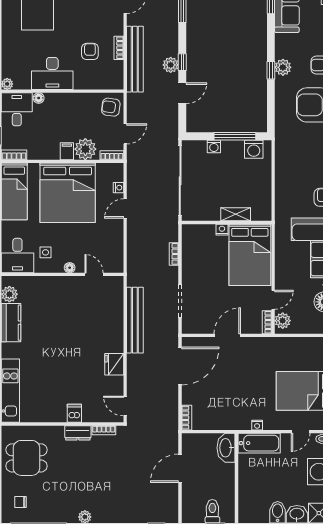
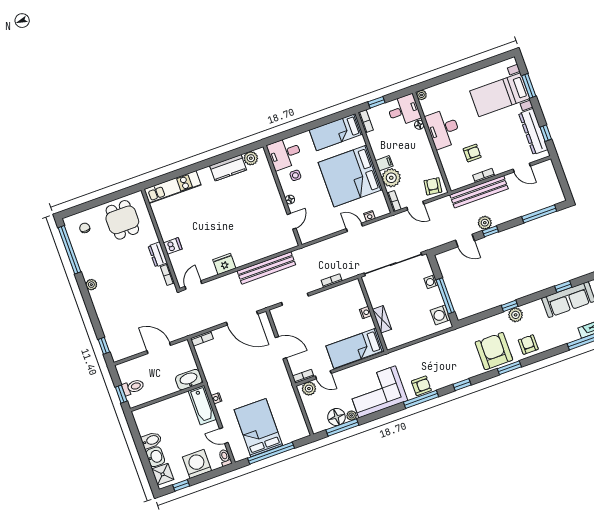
bed: (250, 255) -> (355, 348), width x0.67

